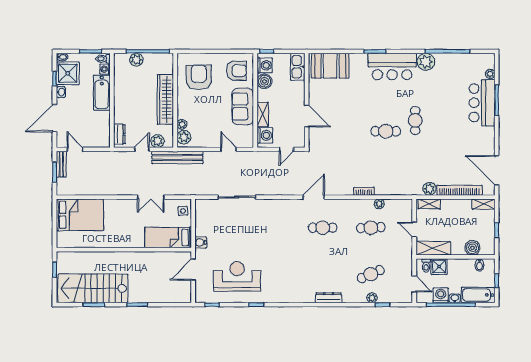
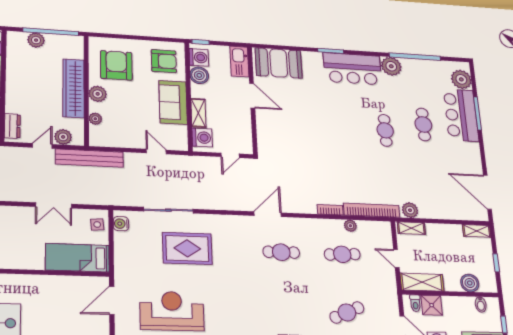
plant: (490, 74) -> (461, 79), width x1.88, depth x1.88
door: (307, 116) -> (252, 96), moved
cafe table: (386, 131) -> (423, 124), moved, turned 90
plant: (184, 137) -> (98, 94), moved
bookcase: (460, 190) -> (372, 210), moved
rug: (250, 227) -> (187, 248), added
water cooler: (201, 242) -> (121, 224), moved

